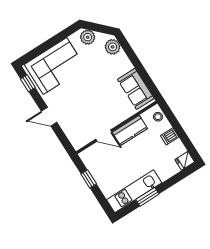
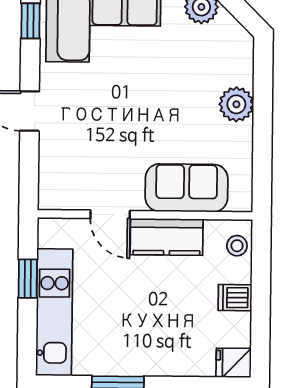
plant: (113, 47) -> (236, 104), moved
sofa: (136, 89) -> (186, 188), moved, turned 90
kitchen unit: (134, 191) -> (54, 312), moved, turned 90

